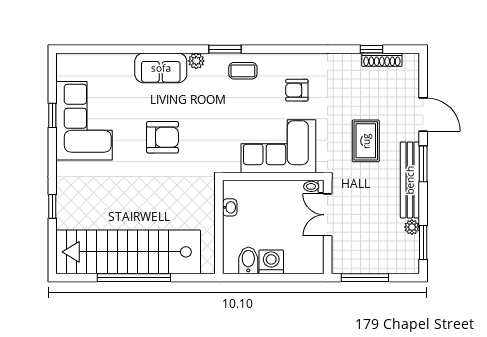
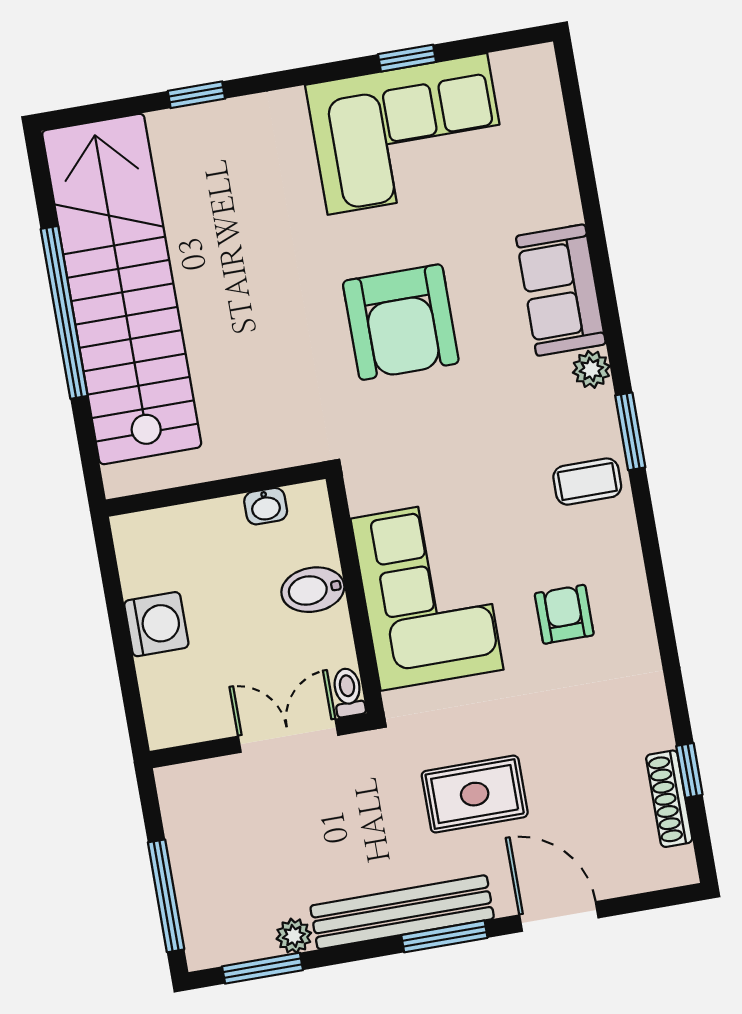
coffee table: (243, 71) -> (587, 482), turned 90
door: (423, 114) -> (559, 916), swing flipped
armchair: (162, 137) -> (401, 322), width x1.36, depth x1.36
bidet: (248, 260) -> (313, 590), moved, turned 180
window: (365, 278) -> (166, 896), moved

